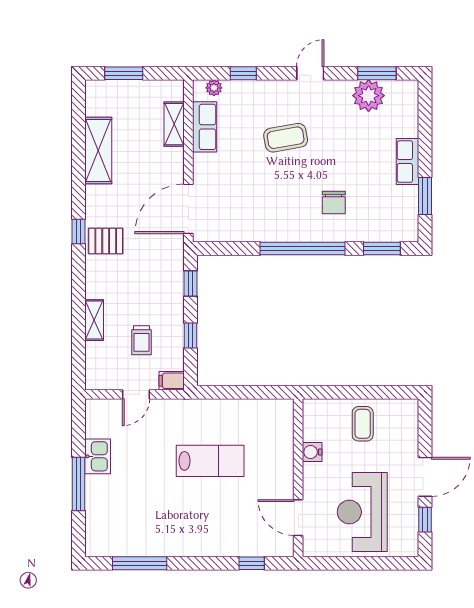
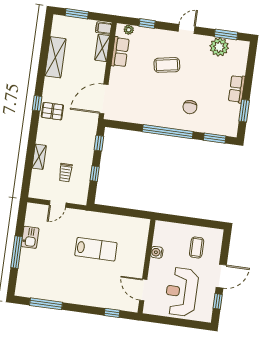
filing cabinet: (172, 381) -> (104, 28), moved
coffee table: (363, 424) -> (197, 247), moved

